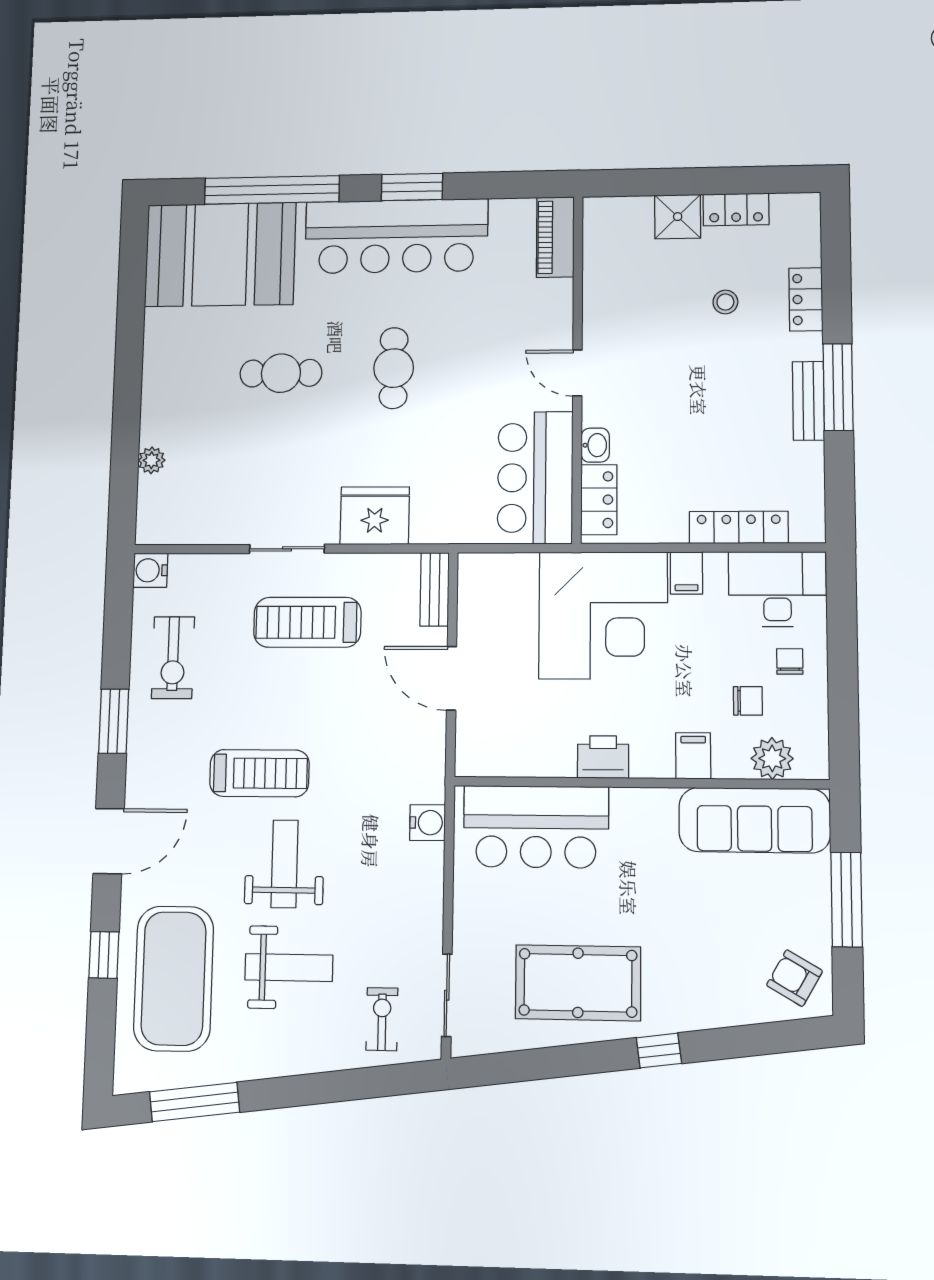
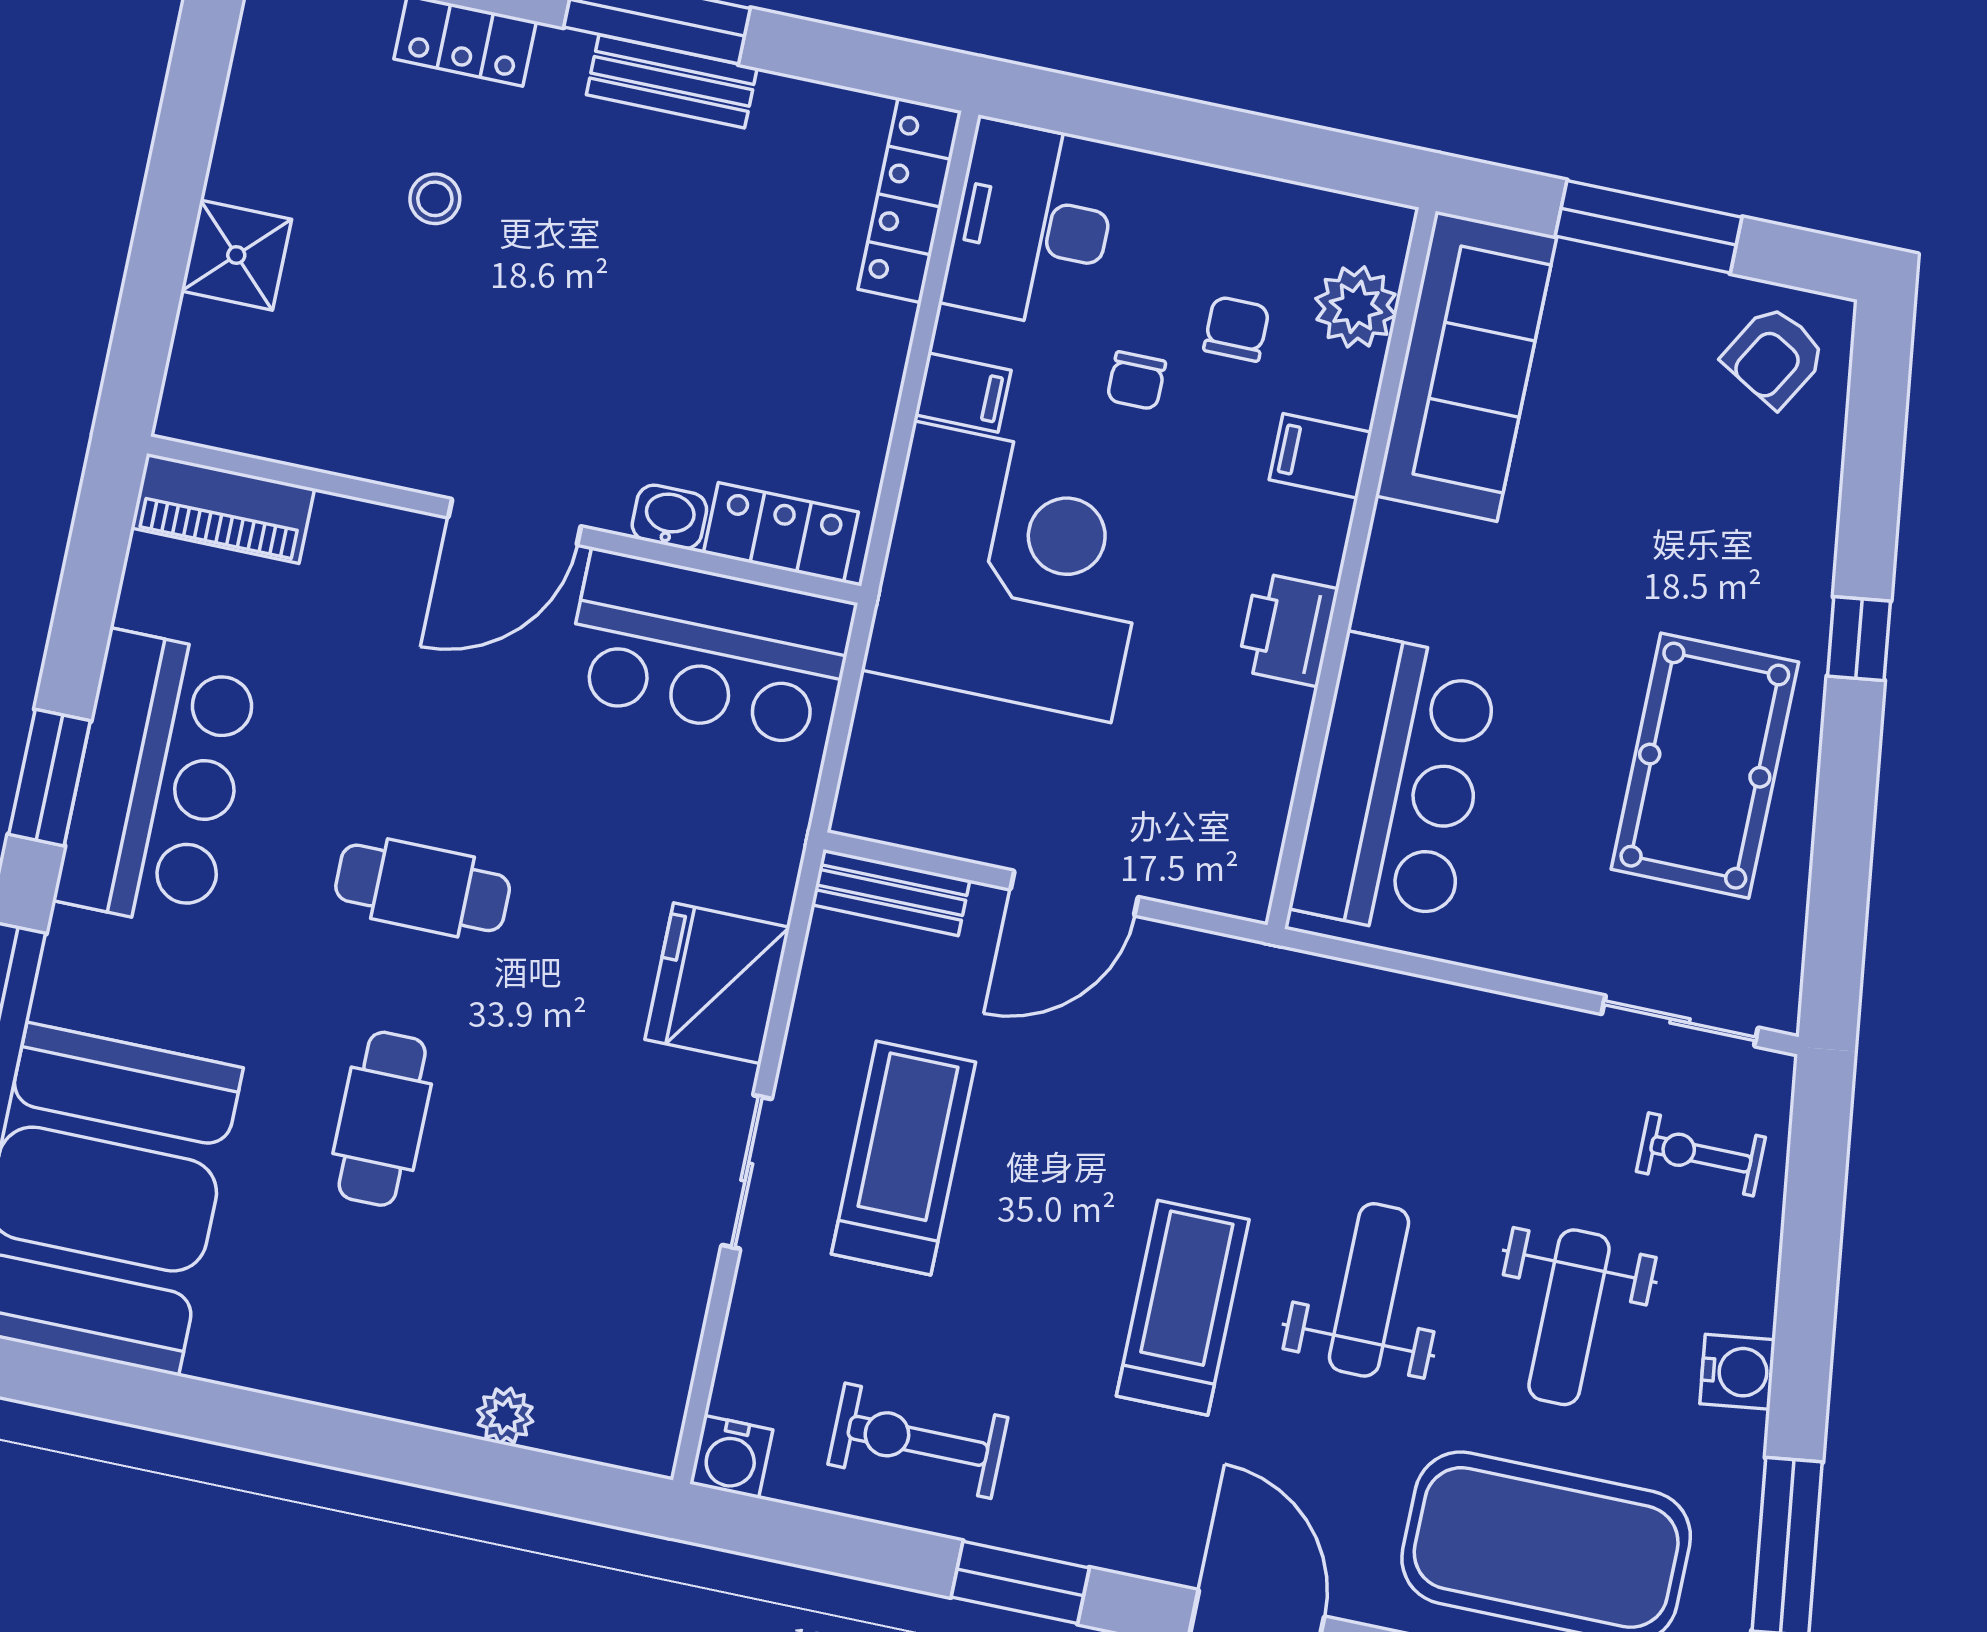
locker: (736, 209) -> (248, 136), removed
bar counter: (396, 236) -> (157, 780), width x0.73
door: (577, 373) -> (514, 522), width x1.38
locker: (739, 527) -> (910, 201), moved
treadmill: (307, 622) -> (904, 1158), turned 180
exercise bike: (173, 658) -> (918, 1441), turned 180
chair: (790, 661) -> (1136, 381), moved, turned -90
water cooler: (427, 823) -> (1737, 1372), moved, turned 83
weight bench: (284, 864) -> (1369, 1290), turned 90
weight bench: (289, 968) -> (1569, 1317), turned 180

